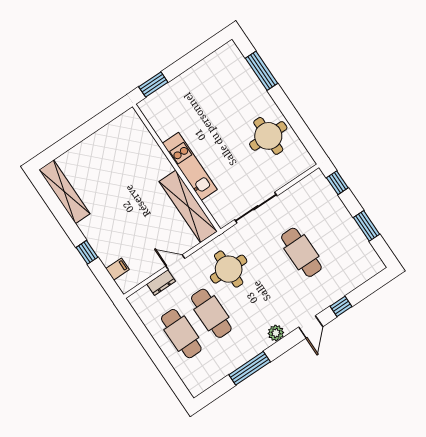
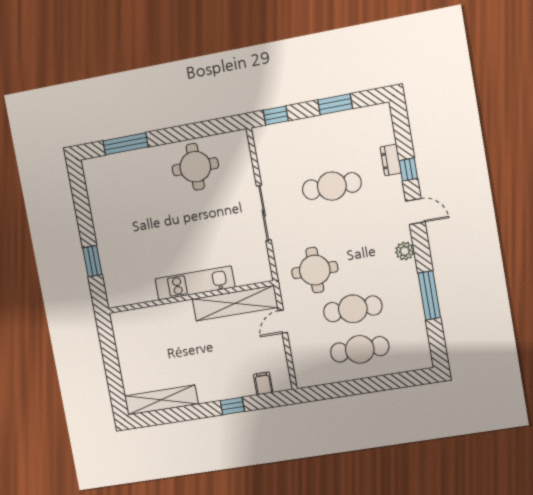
kitchen unit: (190, 166) -> (195, 283), moved
wall: (177, 168) -> (190, 297), moved
shelving: (188, 206) -> (235, 303), moved
dresser: (161, 283) -> (391, 160), moved, turned 180

